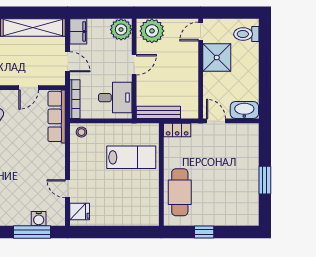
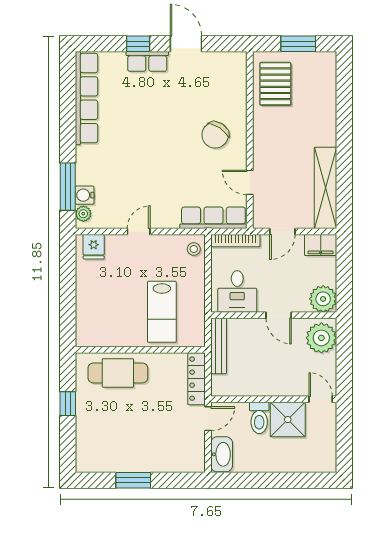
toilet: (246, 34) -> (259, 418), moved, turned 180
locker: (177, 130) -> (196, 379), width x1.53
door: (68, 189) -> (139, 231), moved
plant: (53, 220) -> (83, 214), added

